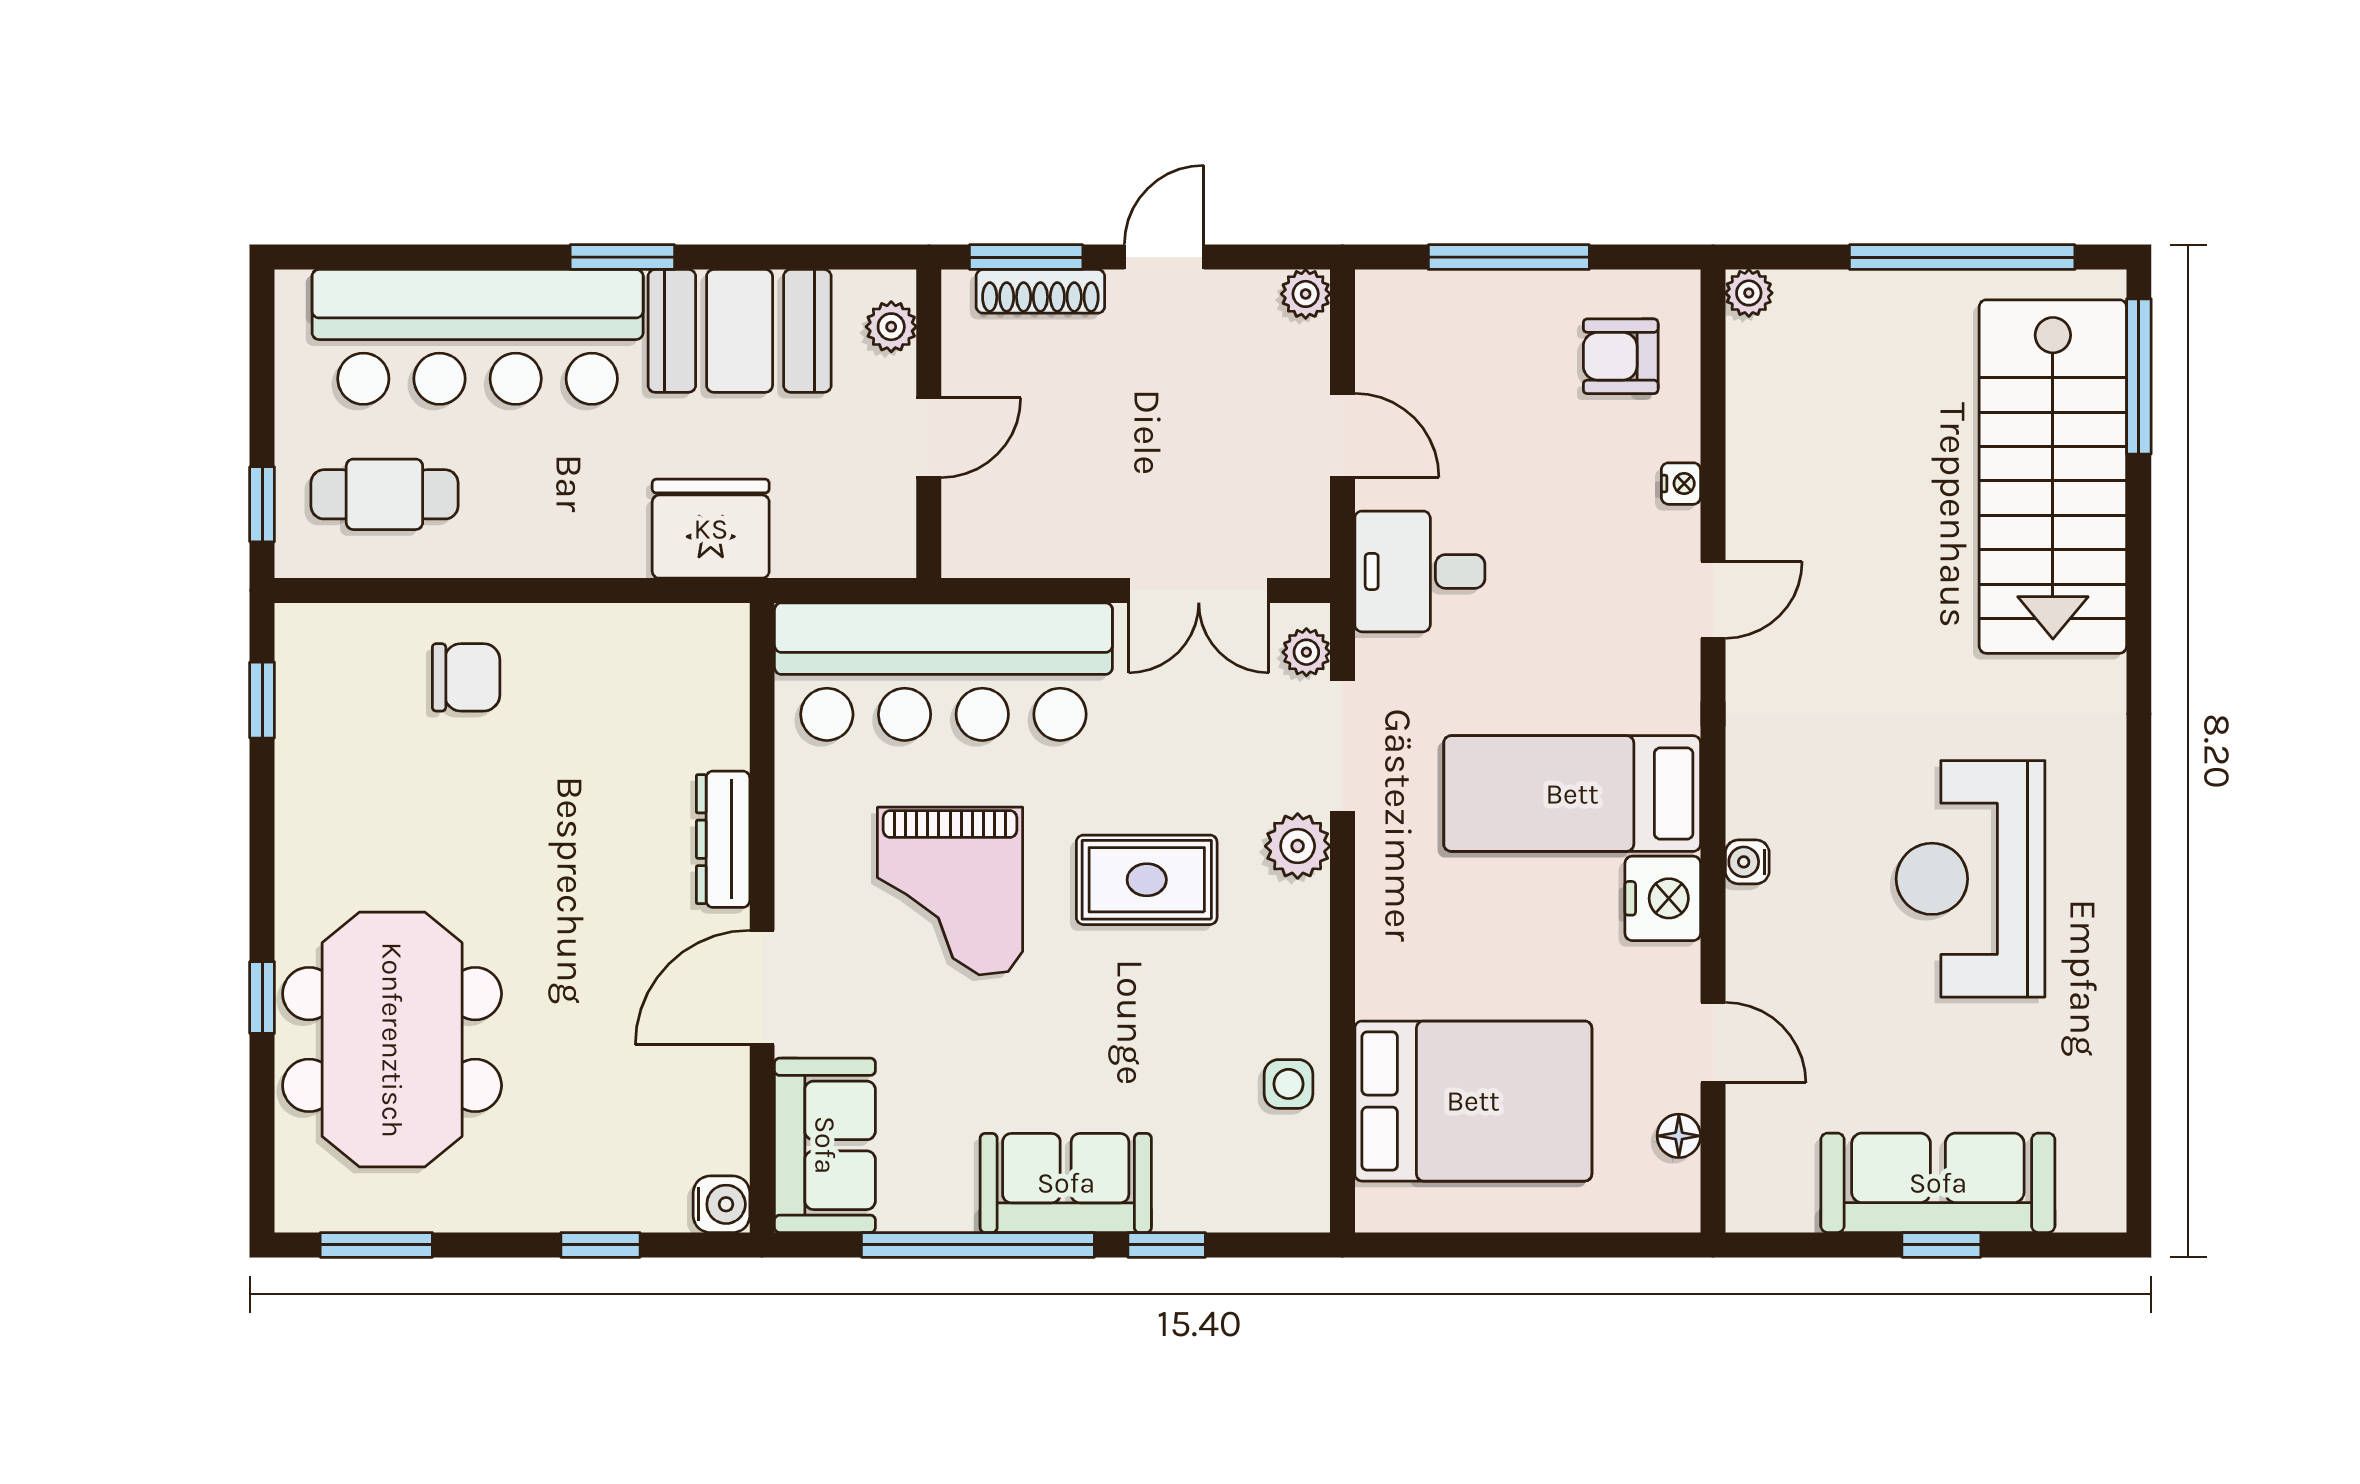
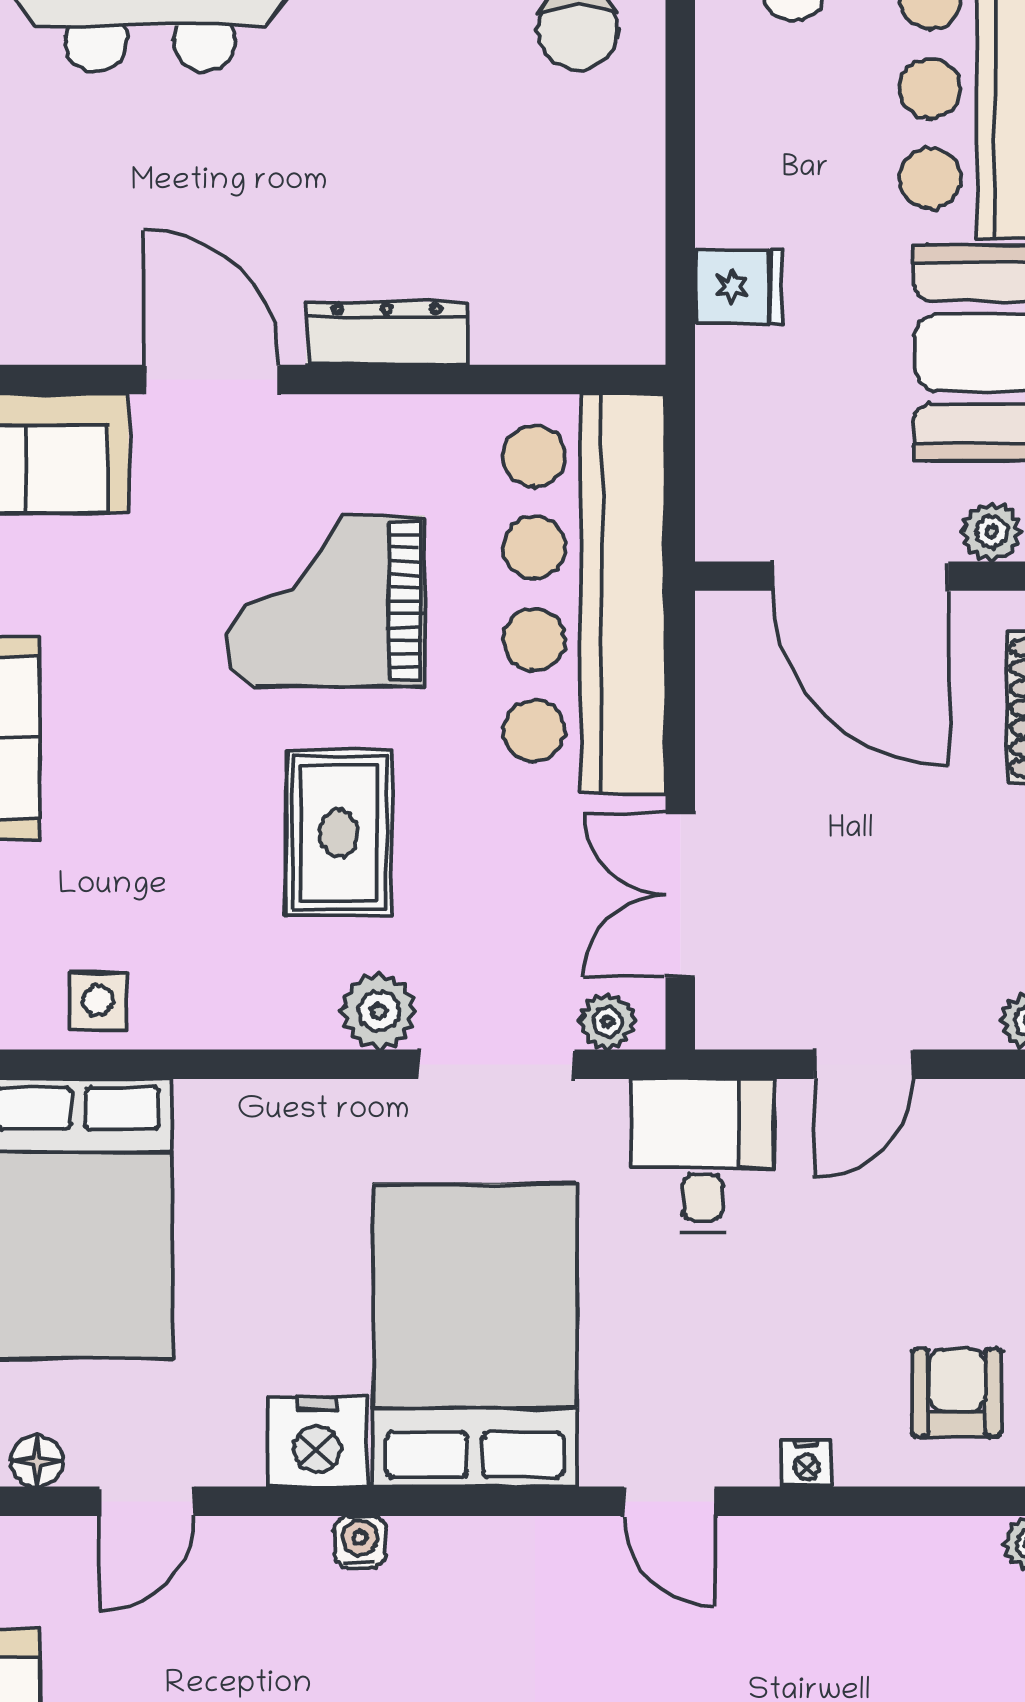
door: (929, 438) -> (860, 576), width x1.87
fridge: (711, 529) -> (738, 286), width x0.53, depth x0.75
bed: (1572, 794) -> (475, 1335), width x1.50

